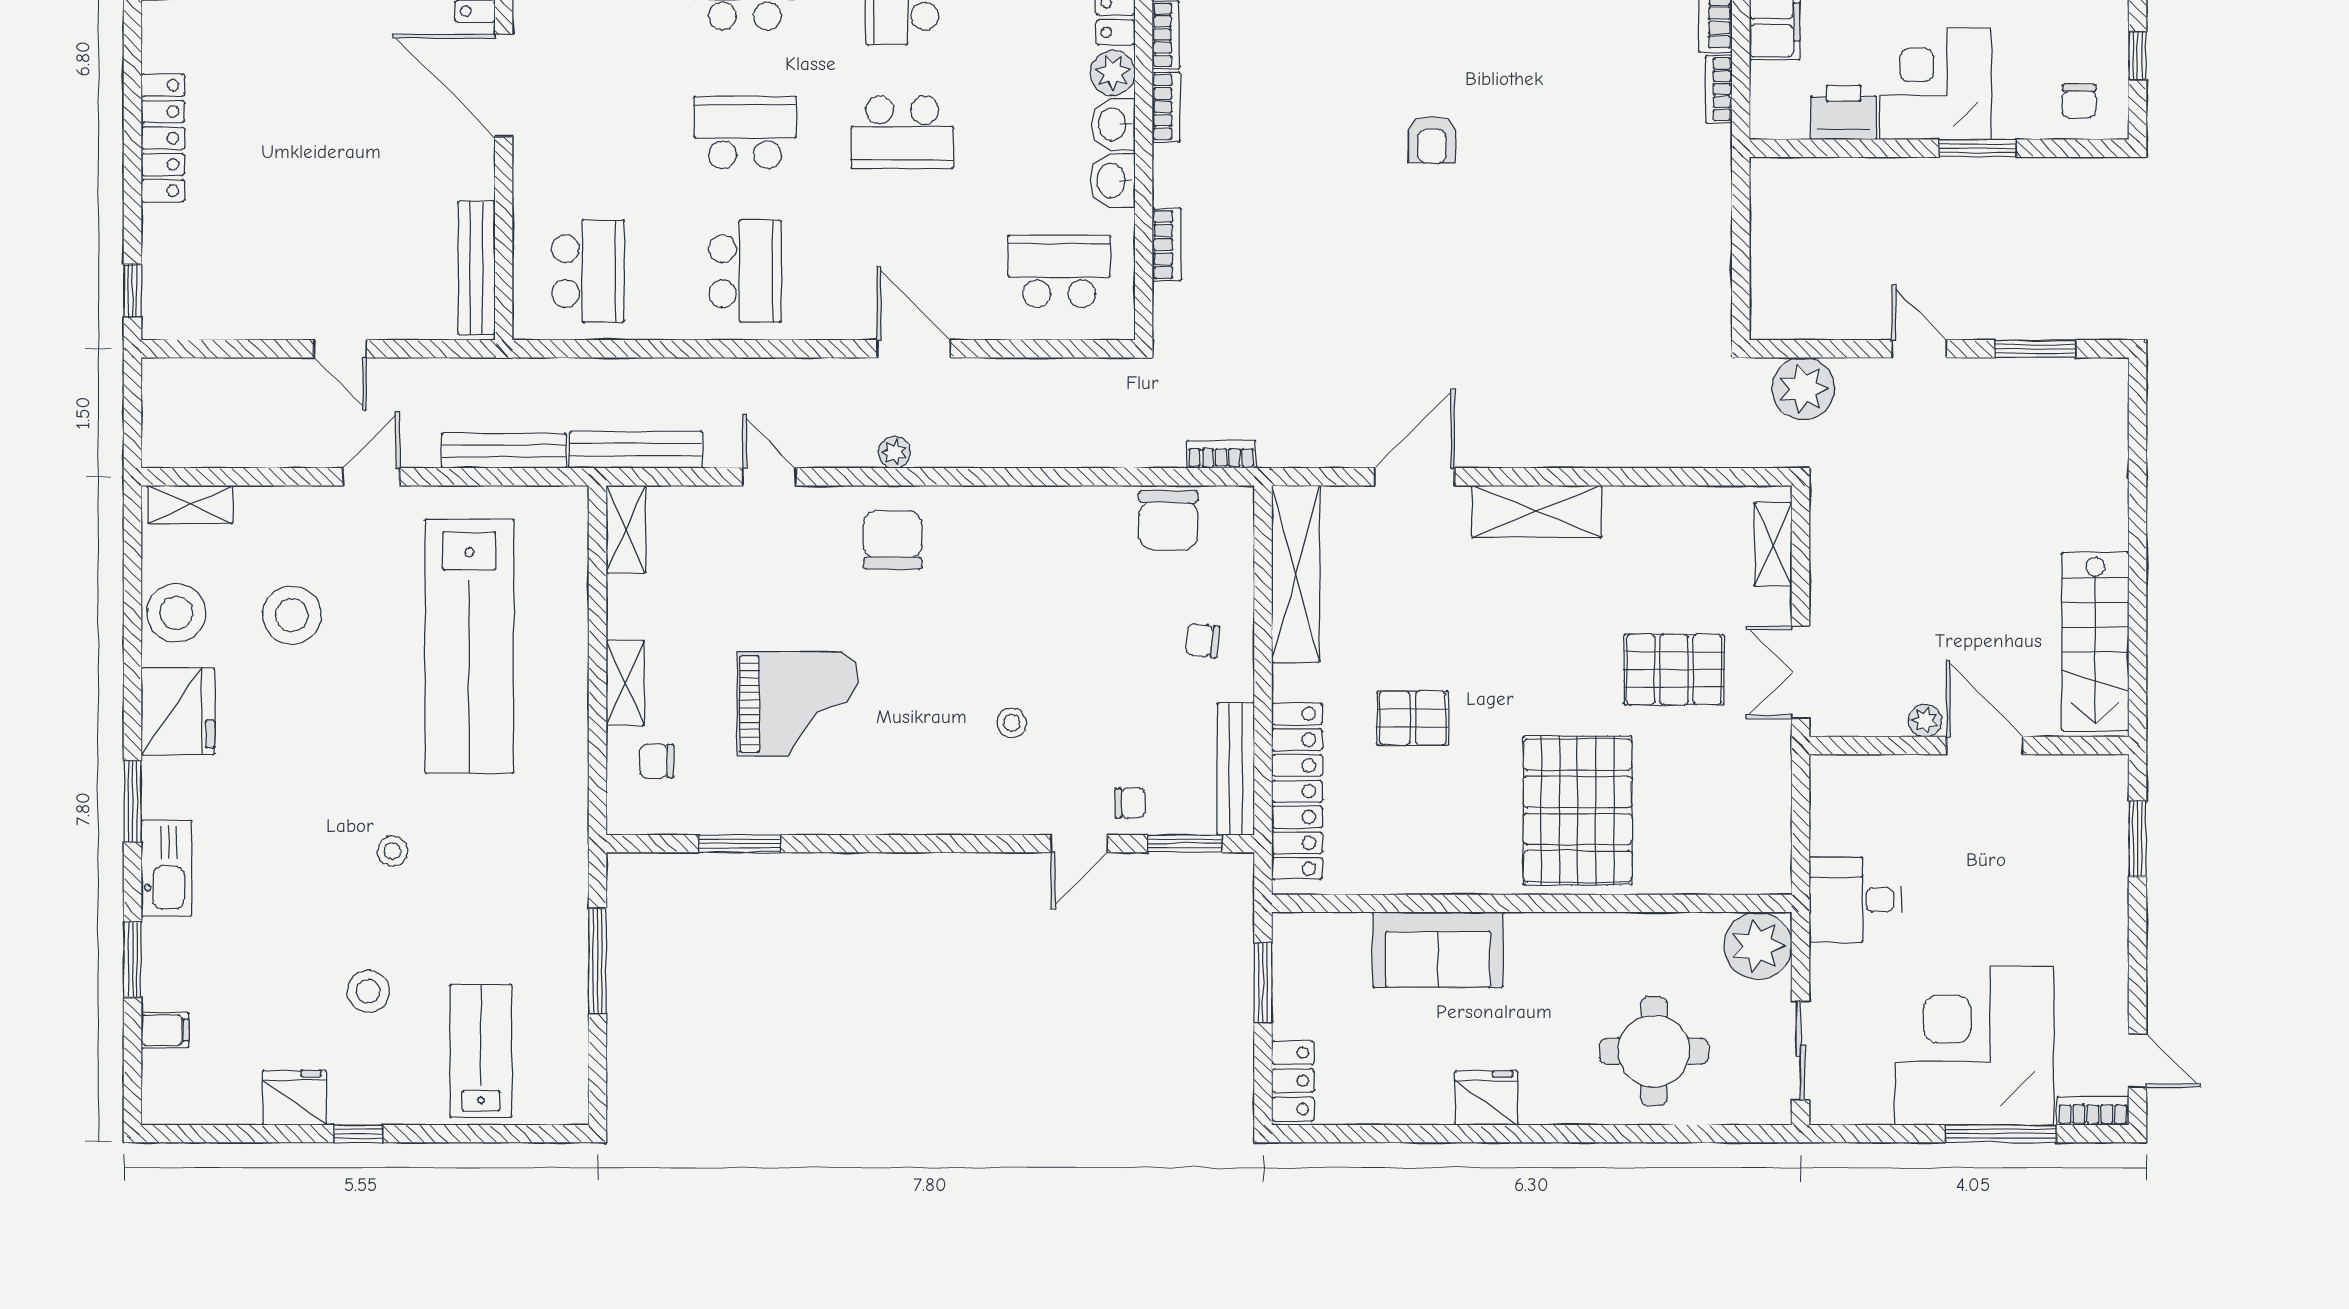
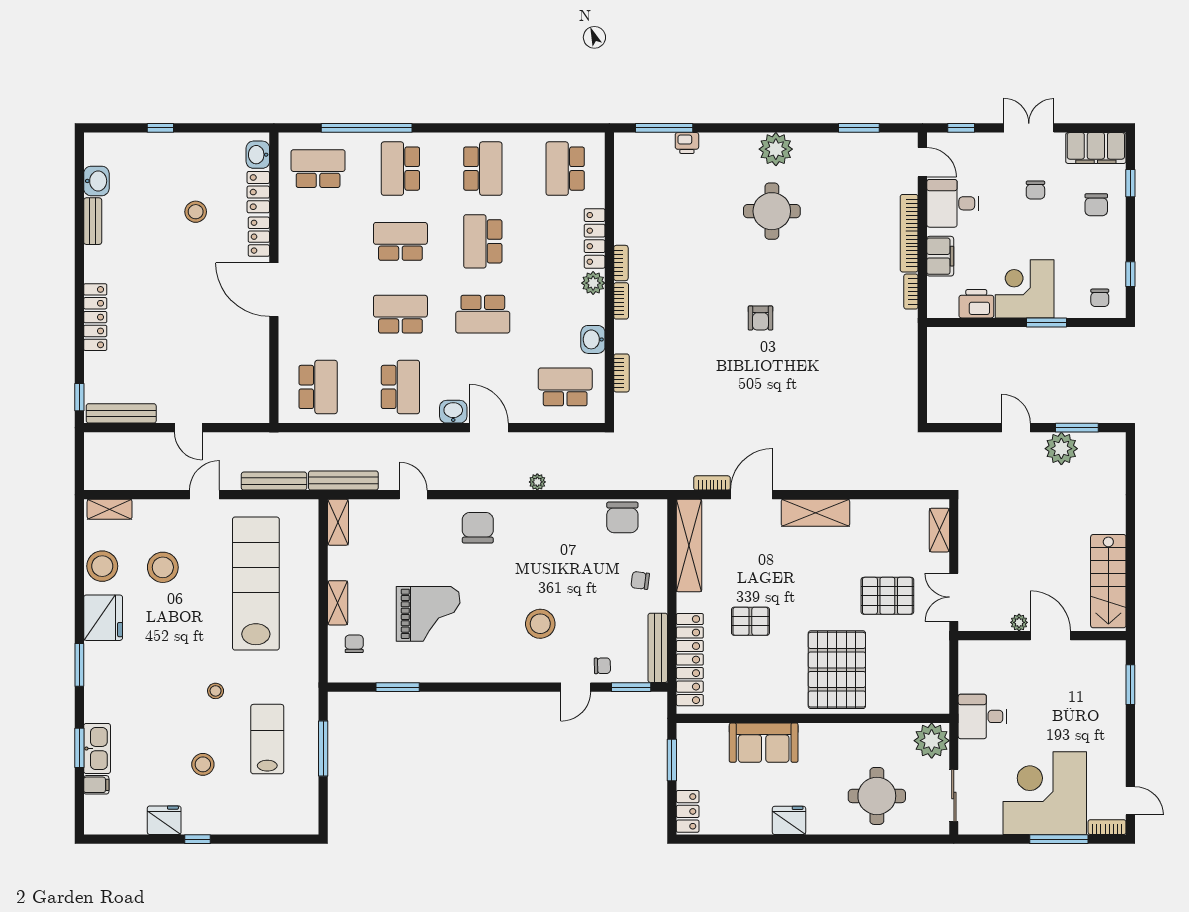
washbasin: (1113, 124) -> (453, 412), moved, turned 90
bench: (476, 268) -> (121, 413), moved, turned 90
plant: (1803, 389) -> (1061, 449), moved
plant: (894, 452) -> (537, 482), moved
bookcase: (1221, 454) -> (712, 483), moved
lab bench: (469, 646) -> (256, 584), turned 180
stool: (1012, 723) -> (540, 624), width x1.89, depth x1.89
chair: (657, 761) -> (354, 644), turned 90
kitchen sink: (166, 868) -> (97, 749), moved
lab bench: (481, 1051) -> (267, 739), moved

